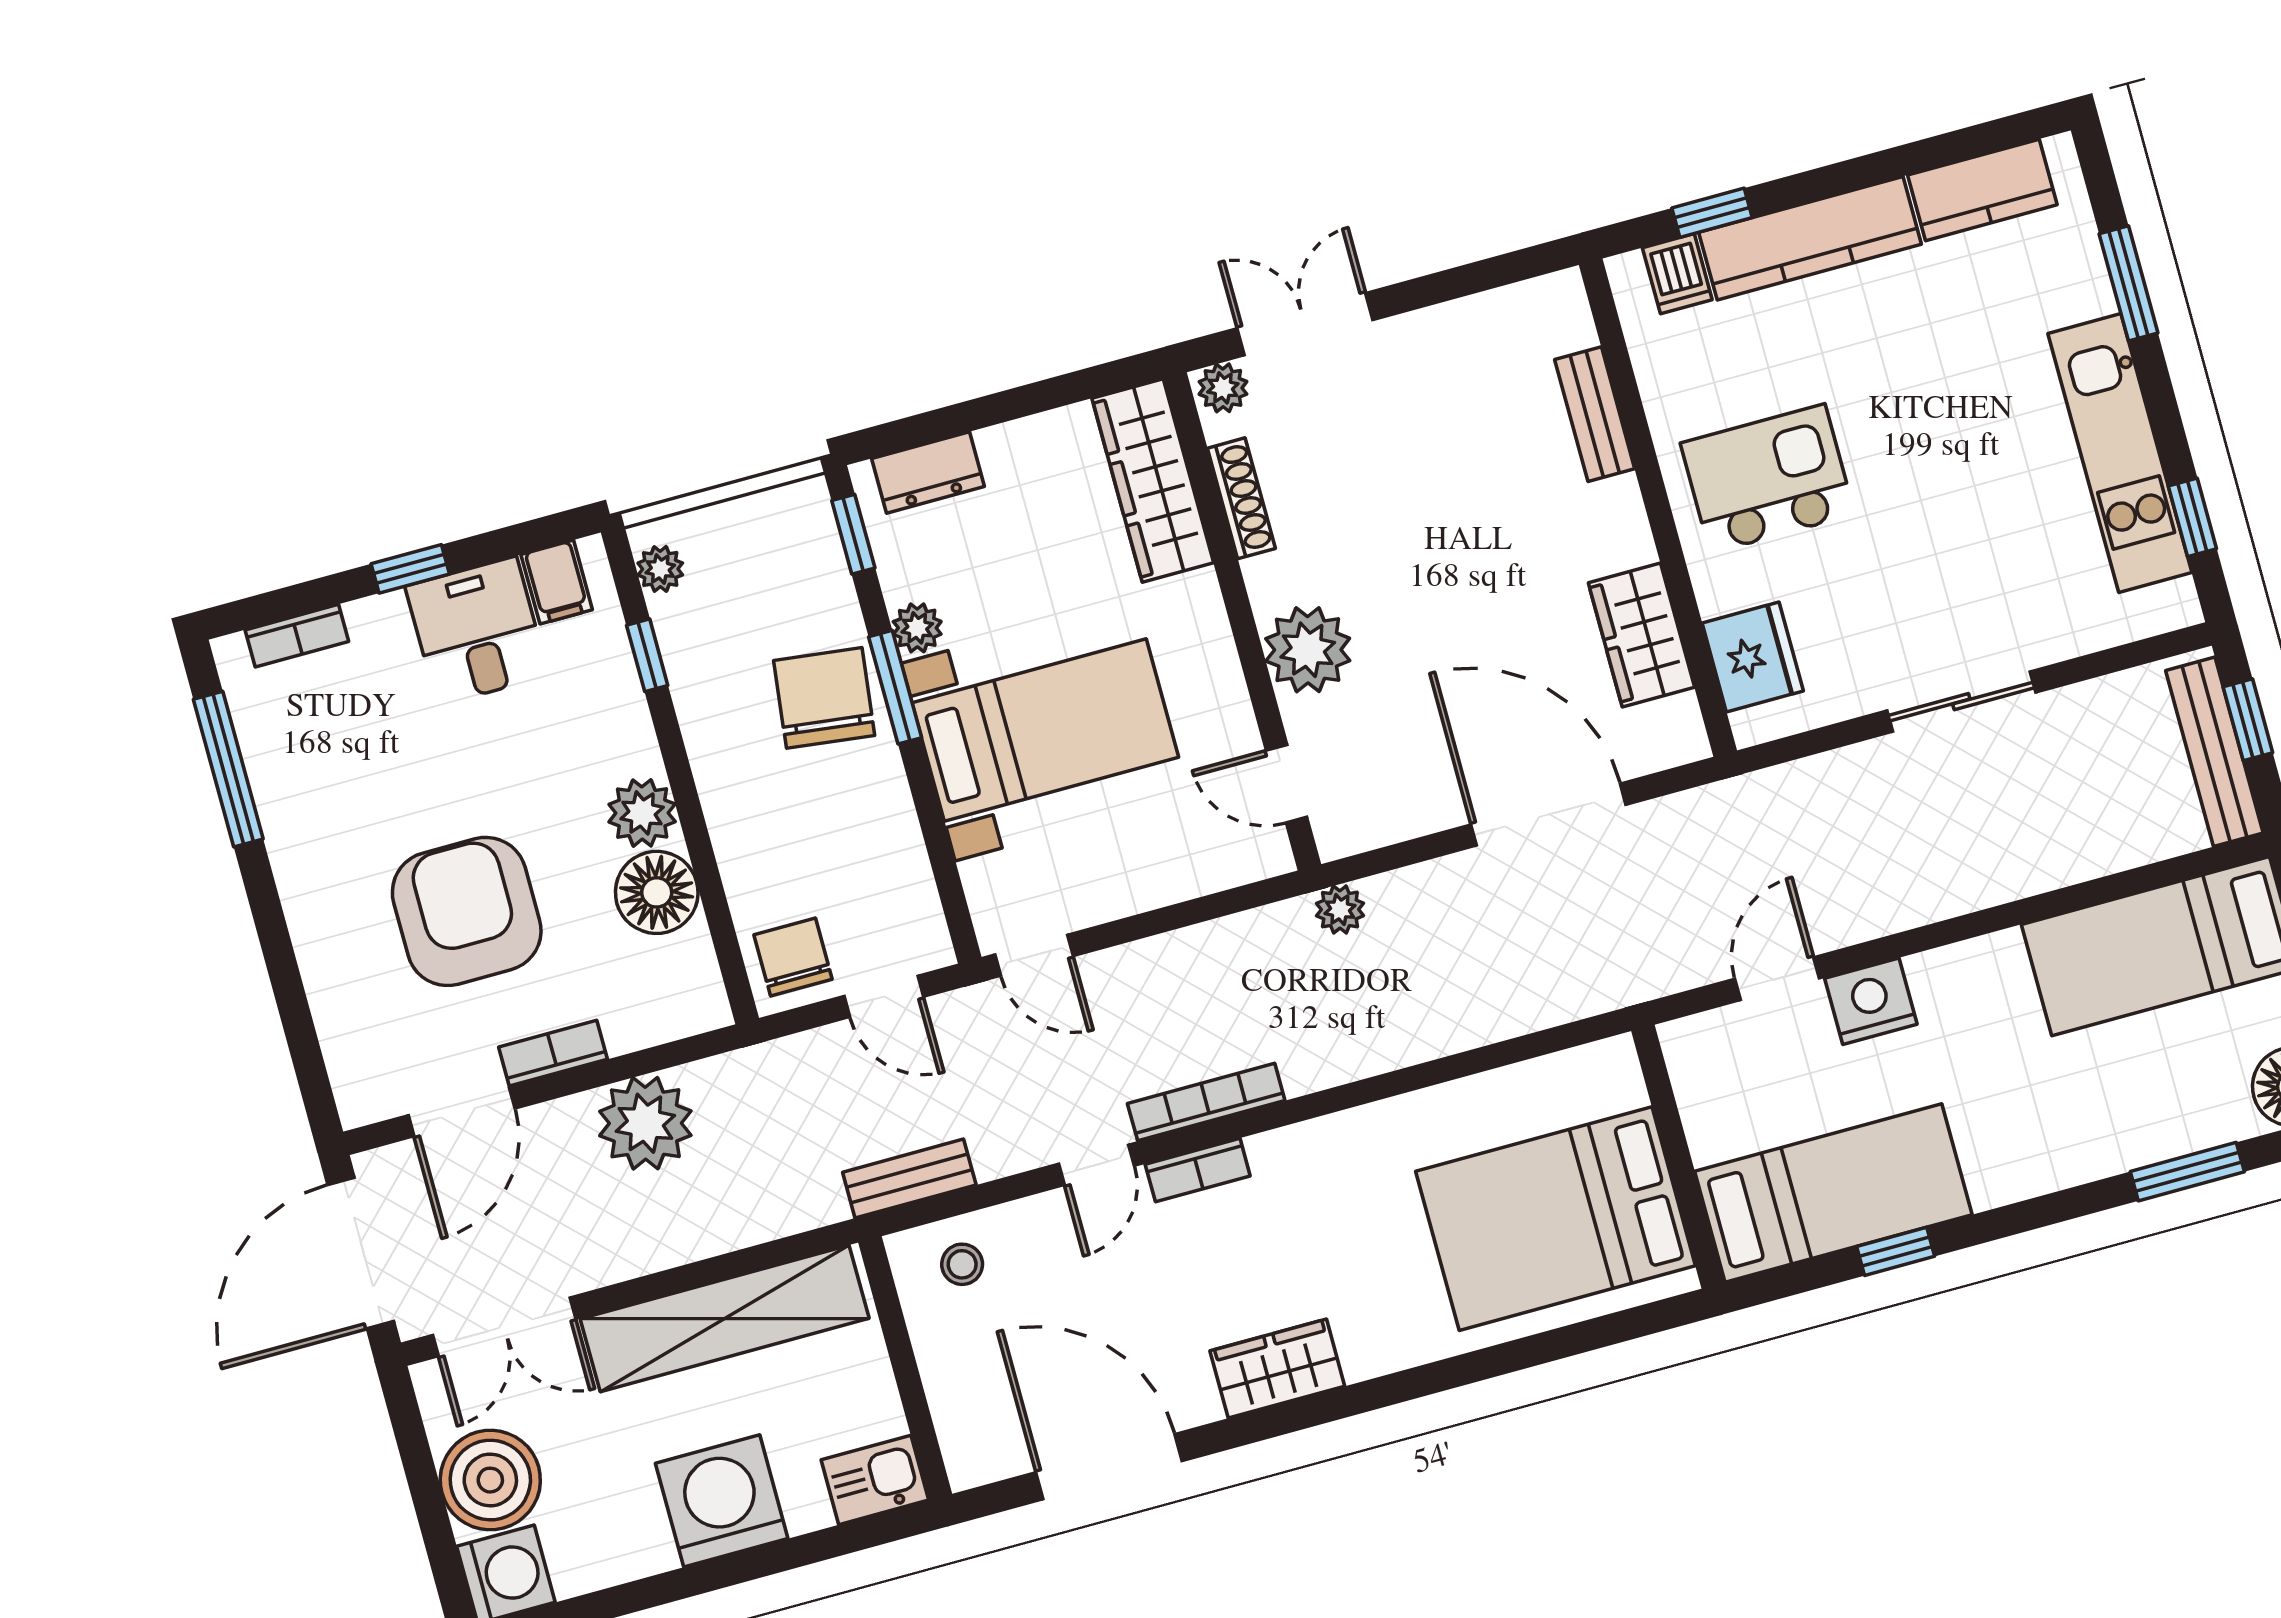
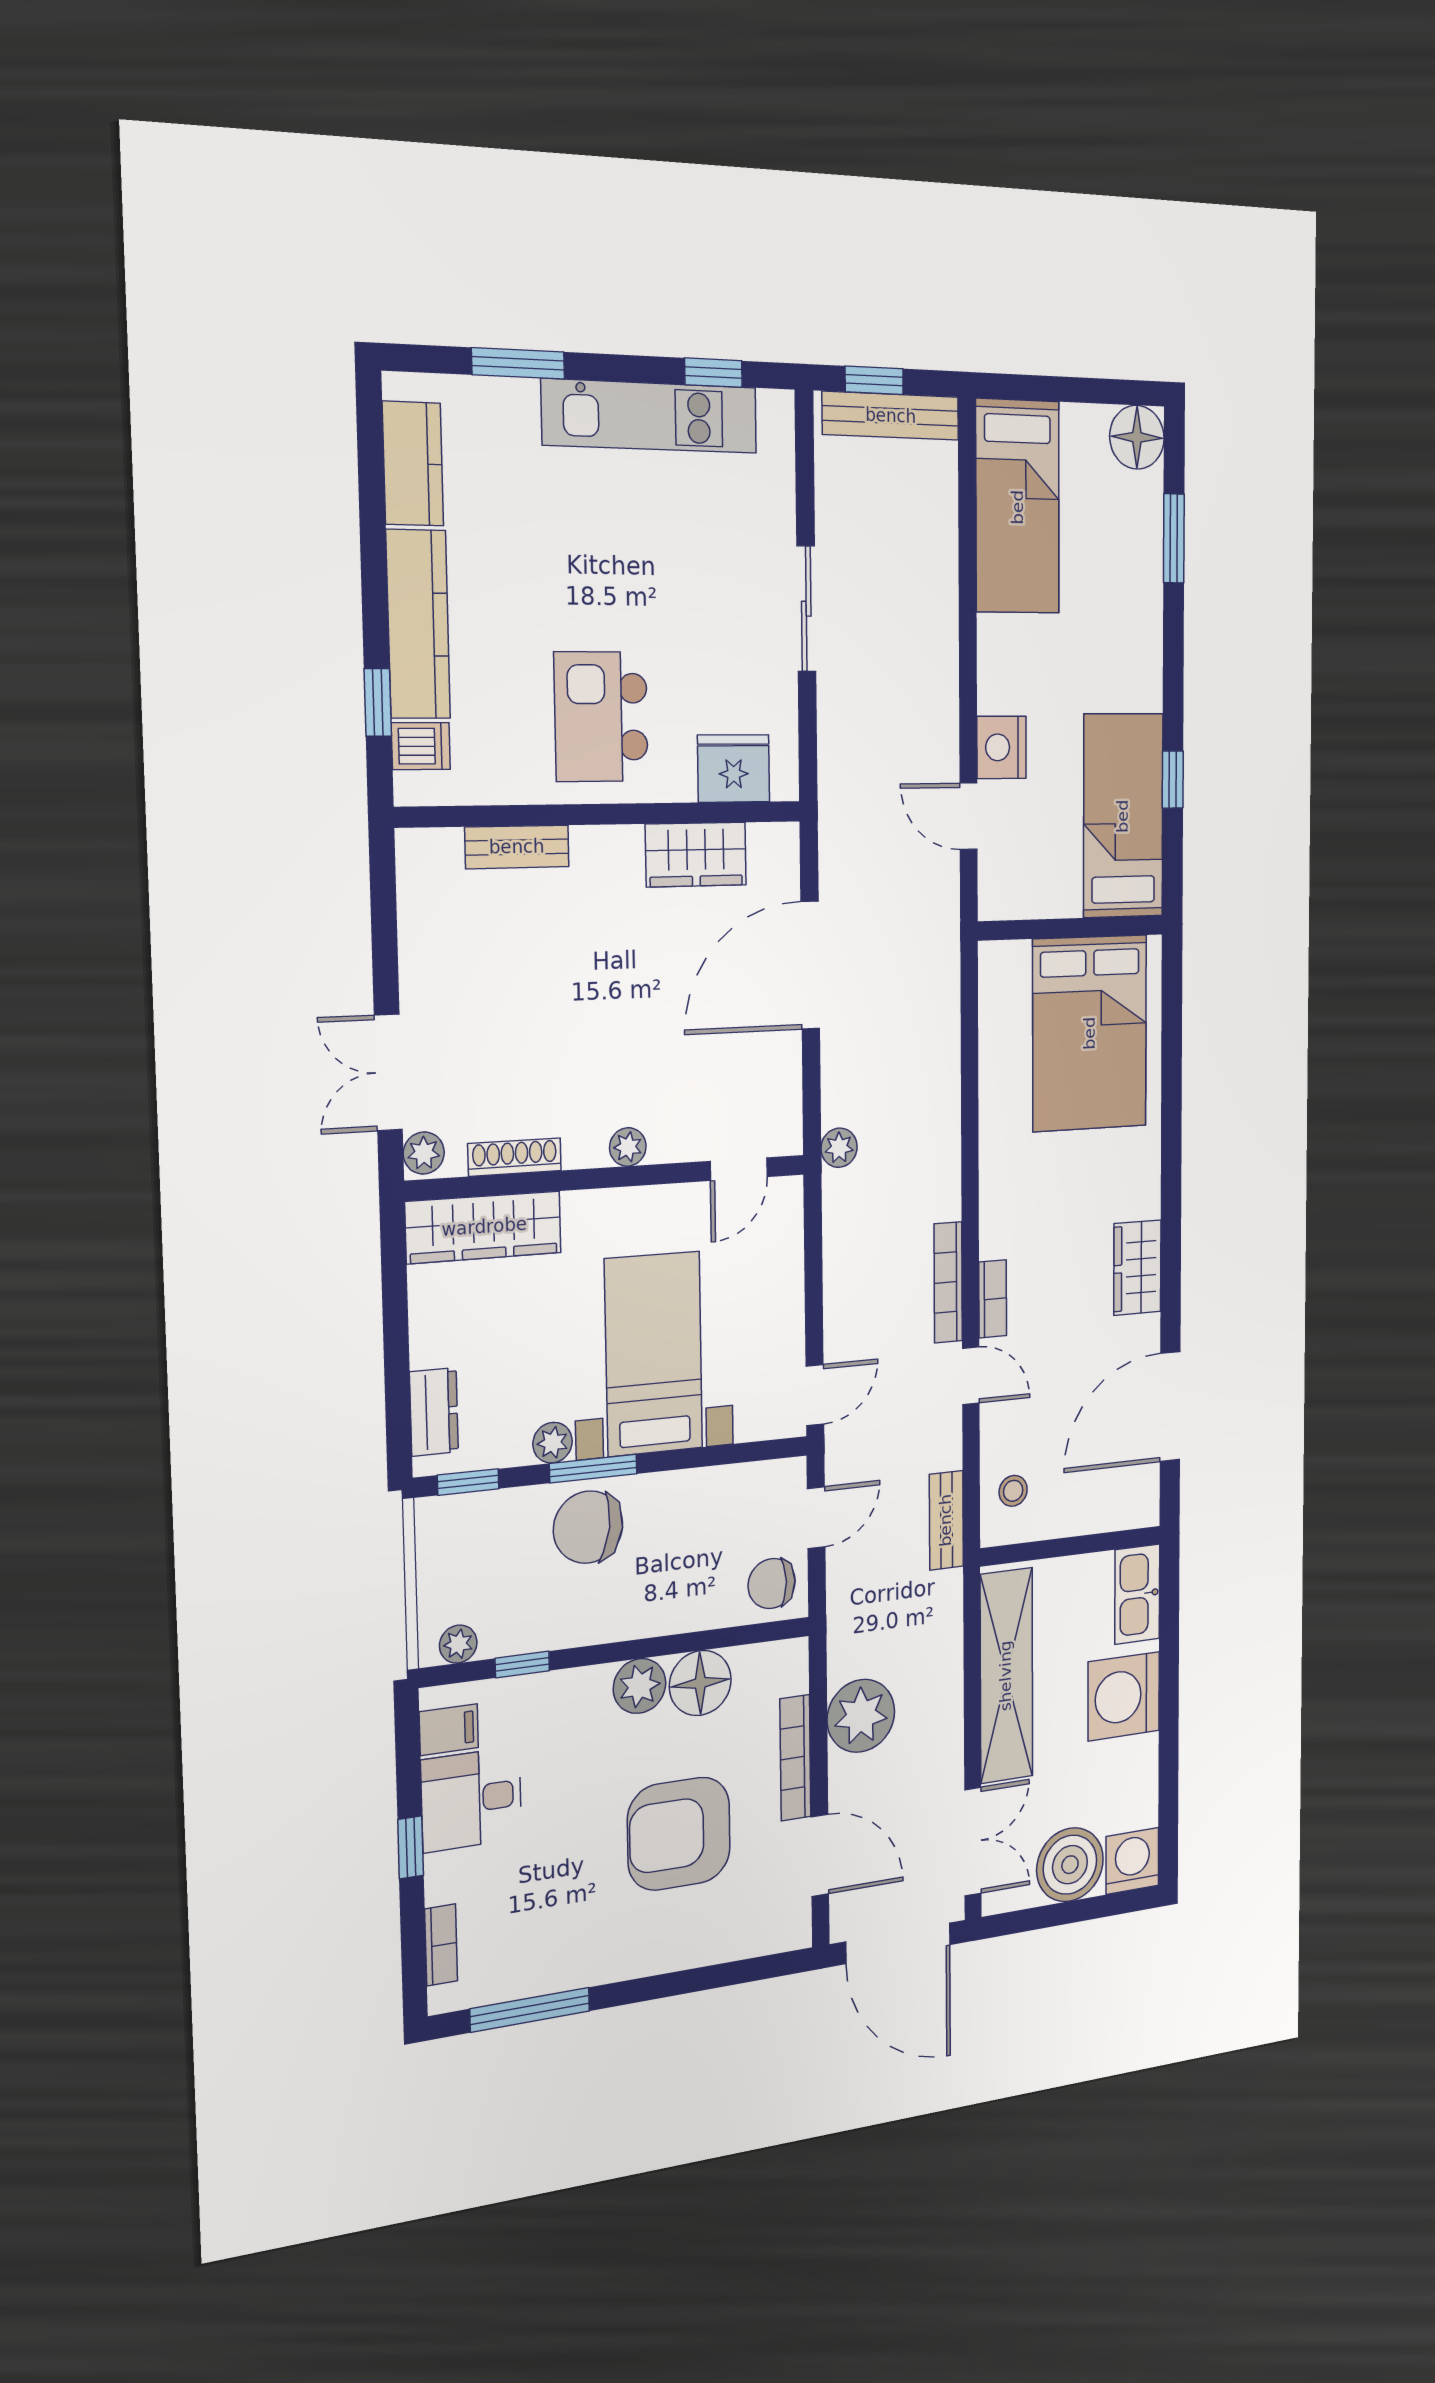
plant: (1308, 650) -> (628, 1147), width x0.53, depth x0.53
bookcase: (553, 1053) -> (795, 1758), width x1.56
kitchen sink: (875, 1480) -> (1137, 1594), width x1.38

